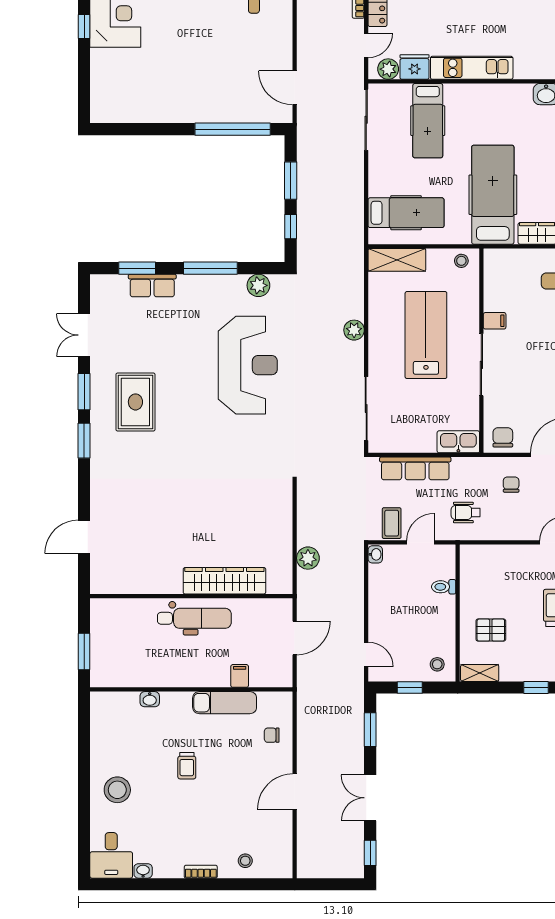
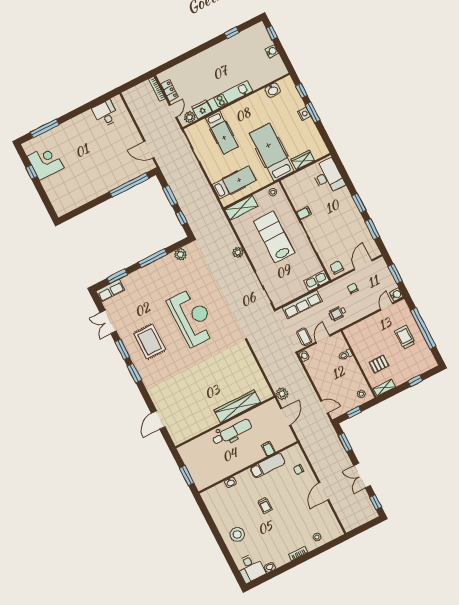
row of seats: (152, 286) -> (110, 291), moved
reception desk: (248, 365) -> (192, 317), moved
plant: (308, 558) -> (282, 394), moved

